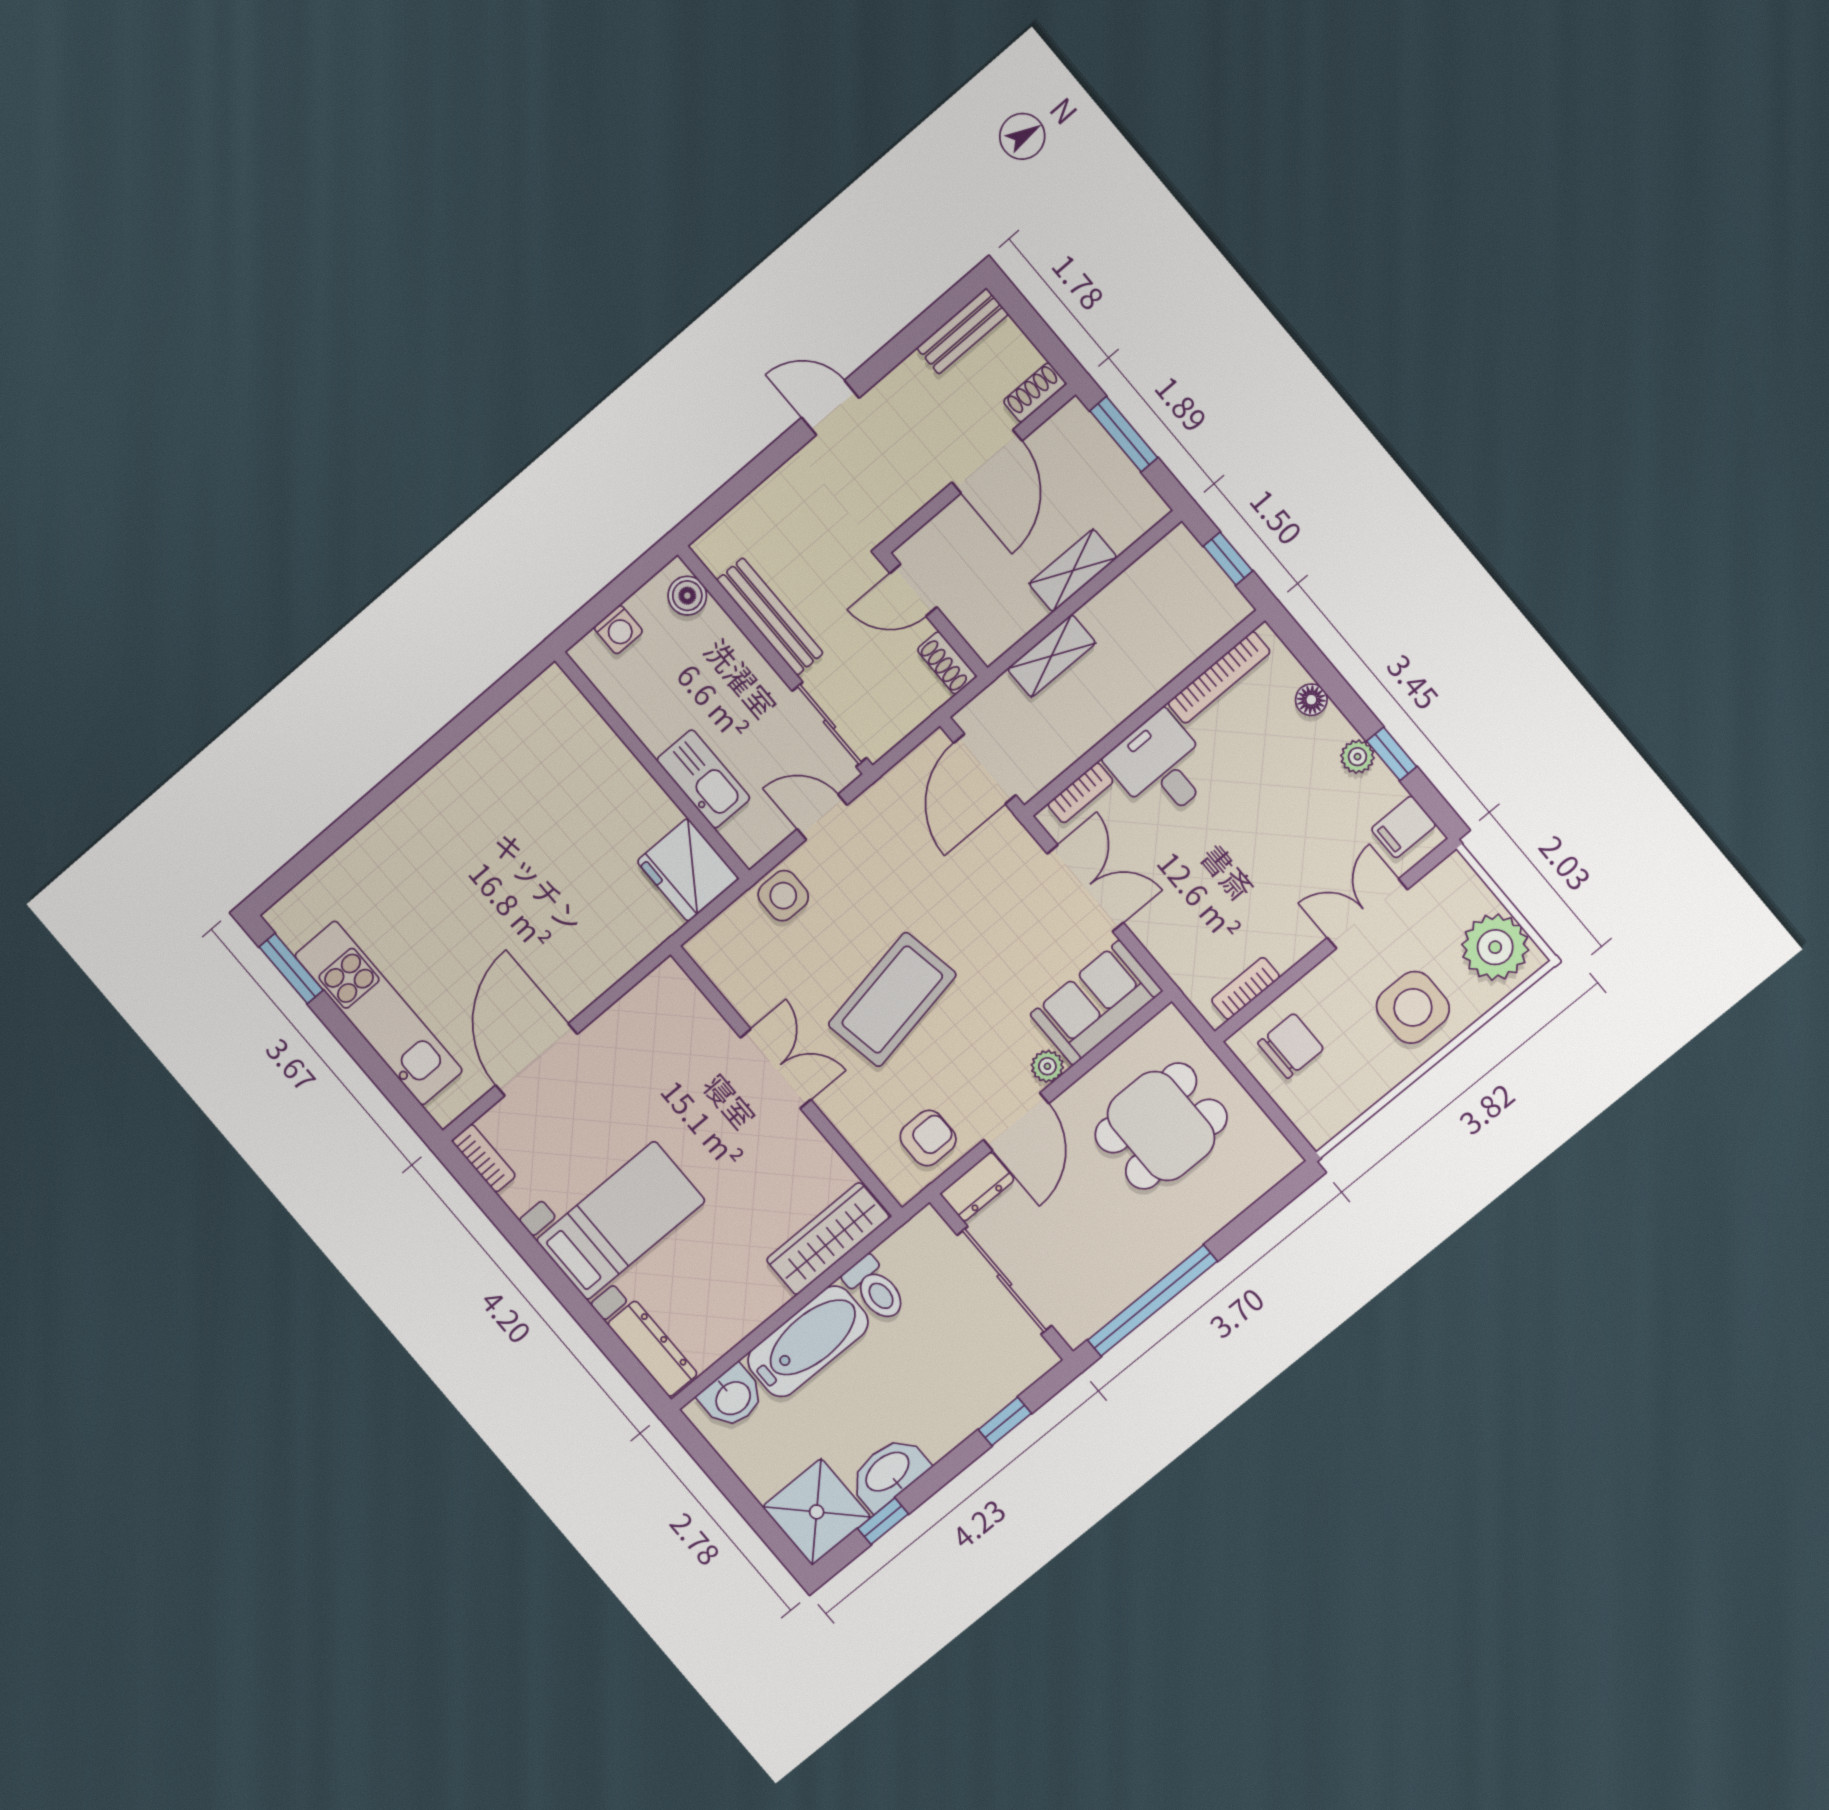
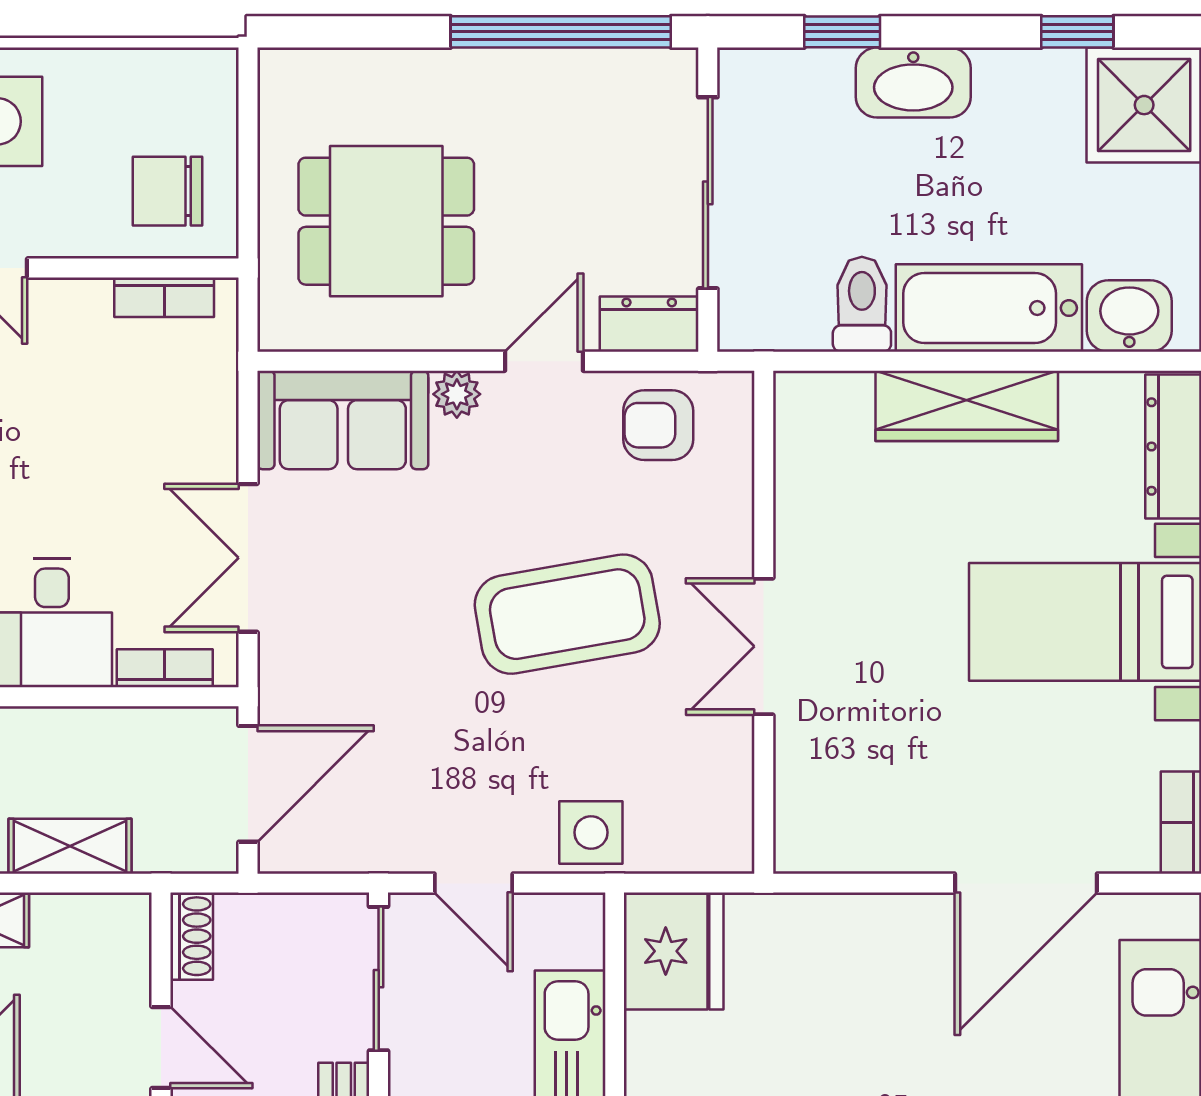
door: (1016, 1122) -> (544, 361), width x0.73
wardrobe: (828, 1239) -> (967, 406), moved
washbasin: (888, 1473) -> (913, 83), moved

